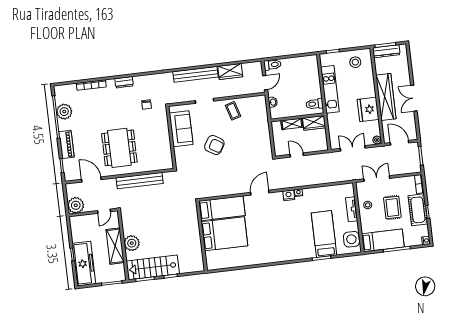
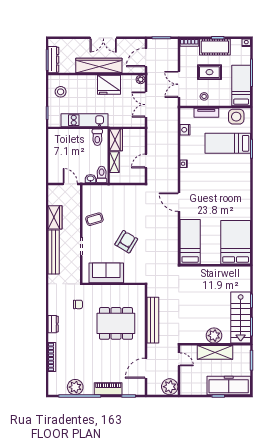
toilet: (272, 65) -> (102, 174), moved
dining table: (119, 148) -> (116, 323), moved
nightstand: (289, 195) -> (185, 130), moved
bed: (224, 234) -> (236, 242), moved

